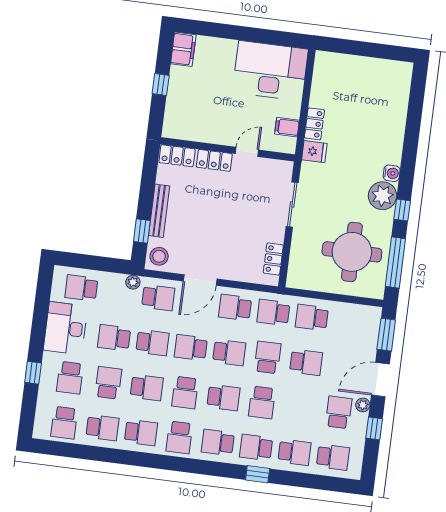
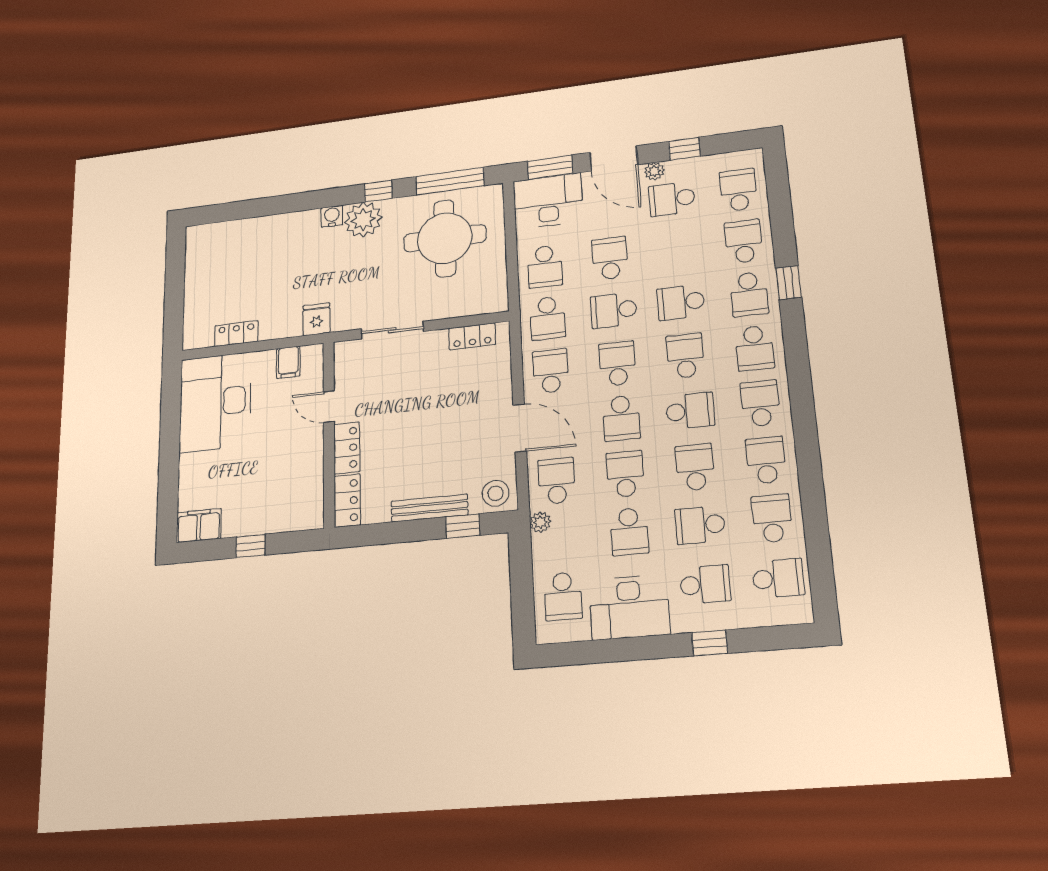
locker: (314, 124) -> (236, 334), moved
school desk: (235, 308) -> (551, 371), turned 180
desk: (361, 328) -> (548, 201), added
school desk: (262, 402) -> (681, 302), turned 180
school desk: (179, 438) -> (760, 403), turned -90

